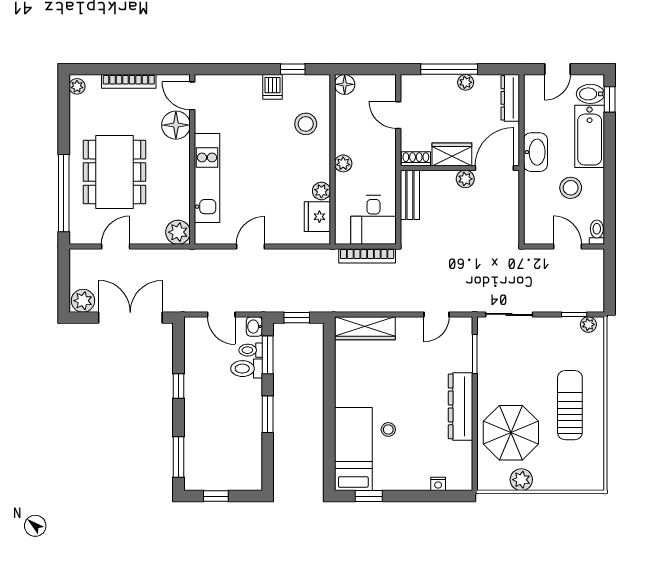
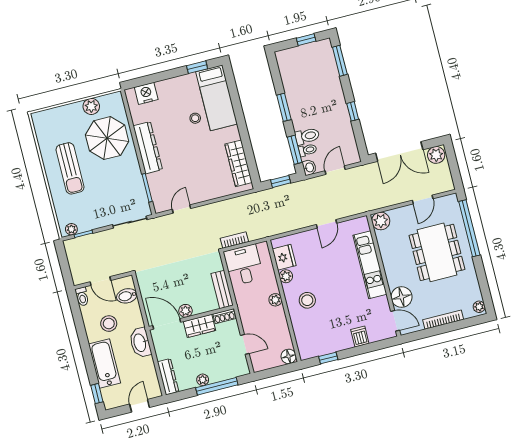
dishwasher: (272, 87) -> (360, 337), moved
bidet: (590, 94) -> (127, 296), moved, turned 180
stool: (306, 124) -> (307, 300), moved
door: (494, 168) -> (167, 324), swing flipped
bookcase: (367, 256) -> (234, 240), width x0.64
door: (221, 314) -> (335, 170), hinge flipped
wardrobe: (365, 328) -> (239, 163), moved, turned -90
nightstand: (438, 484) -> (146, 93), width x1.89, depth x1.79

